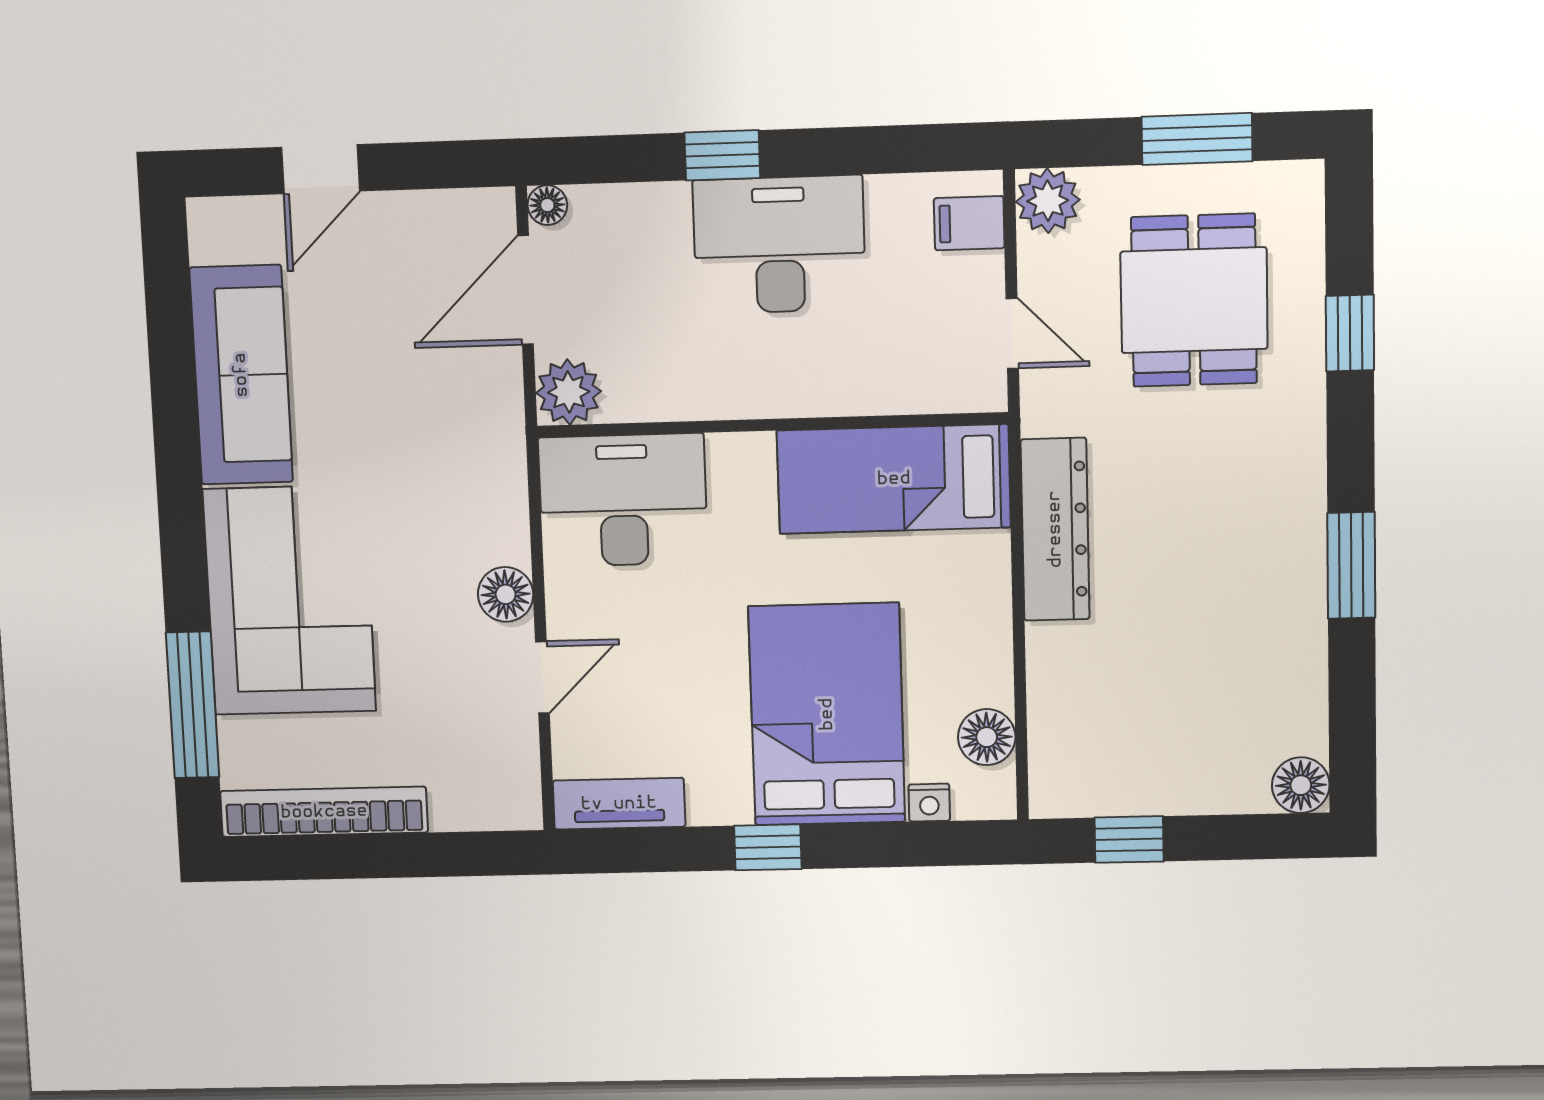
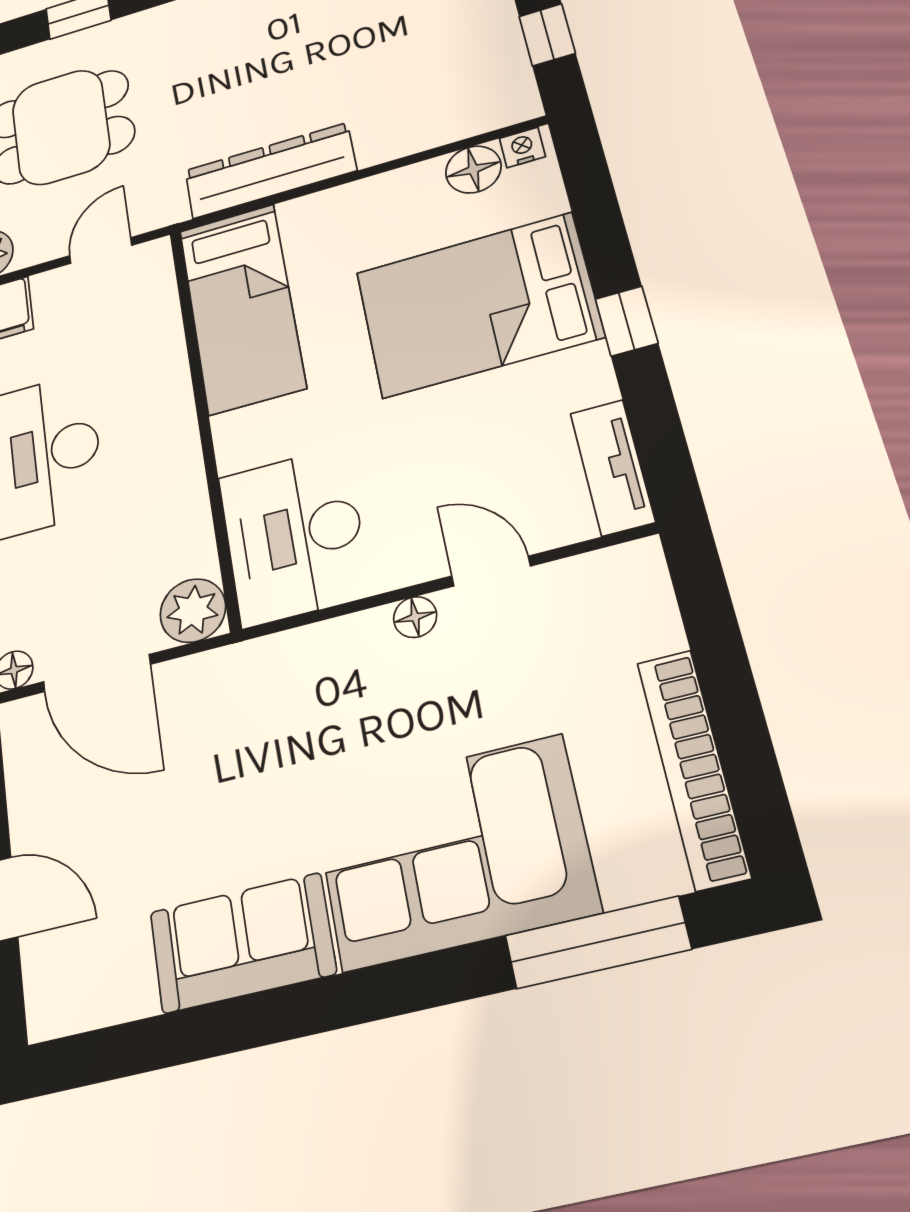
sofa: (241, 375) -> (242, 943), width x0.73
floor lamp: (506, 594) -> (415, 617), width x0.73, depth x0.73
nightstand: (929, 803) -> (522, 147), moved, turned -90

